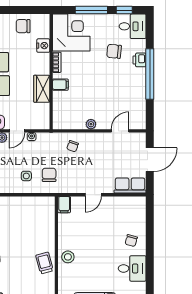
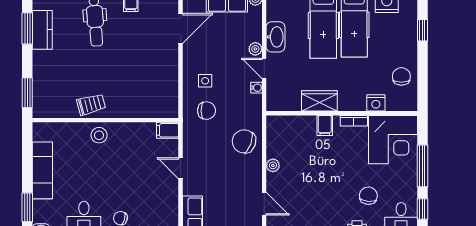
chair: (73, 146) -> (244, 141), width x1.87, depth x1.87

